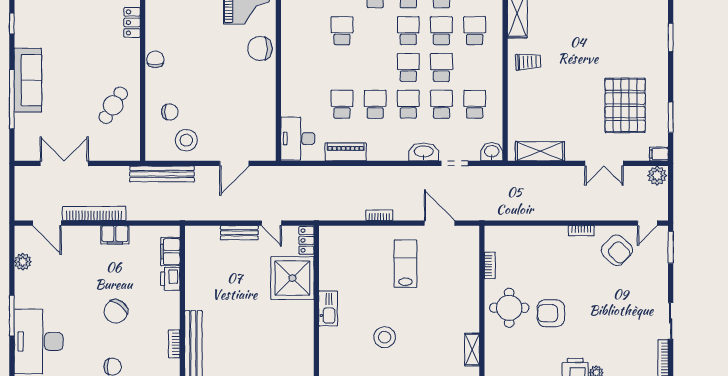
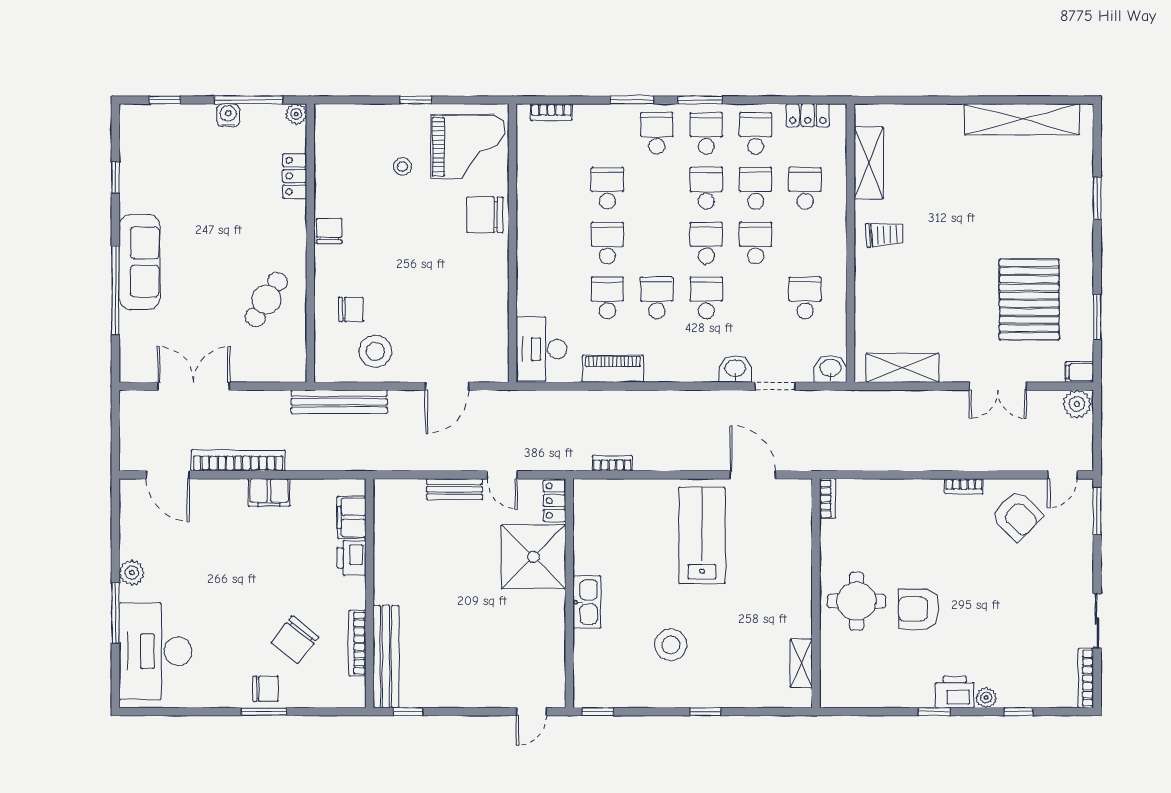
stool: (204, 16) -> (402, 167), added
school desk: (441, 104) -> (607, 243), moved
washbasin: (424, 152) -> (735, 369), width x0.72
bookcase: (379, 215) -> (612, 463), moved
plant: (23, 262) -> (132, 573), moved
lab bench: (405, 264) -> (702, 535), width x1.36, depth x1.39
bookcase: (490, 265) -> (828, 499), moved
chair: (116, 311) -> (295, 640), moved
bookcase: (174, 344) -> (357, 643), width x1.56

